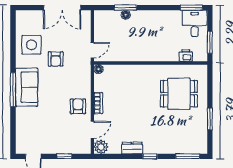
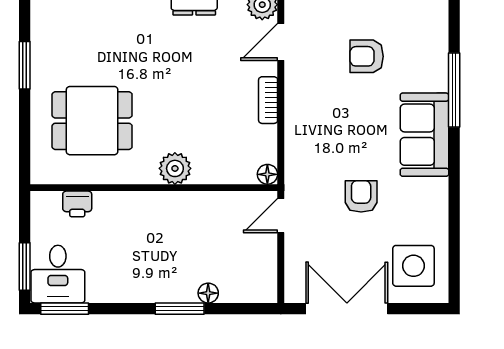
window: (125, 8) -> (180, 309), moved
window: (210, 42) -> (25, 267), moved
side table: (31, 45) -> (413, 266), moved
plant: (141, 72) -> (175, 168), added
window: (13, 90) -> (454, 90), moved
armchair: (78, 106) -> (367, 56), moved, turned 90

